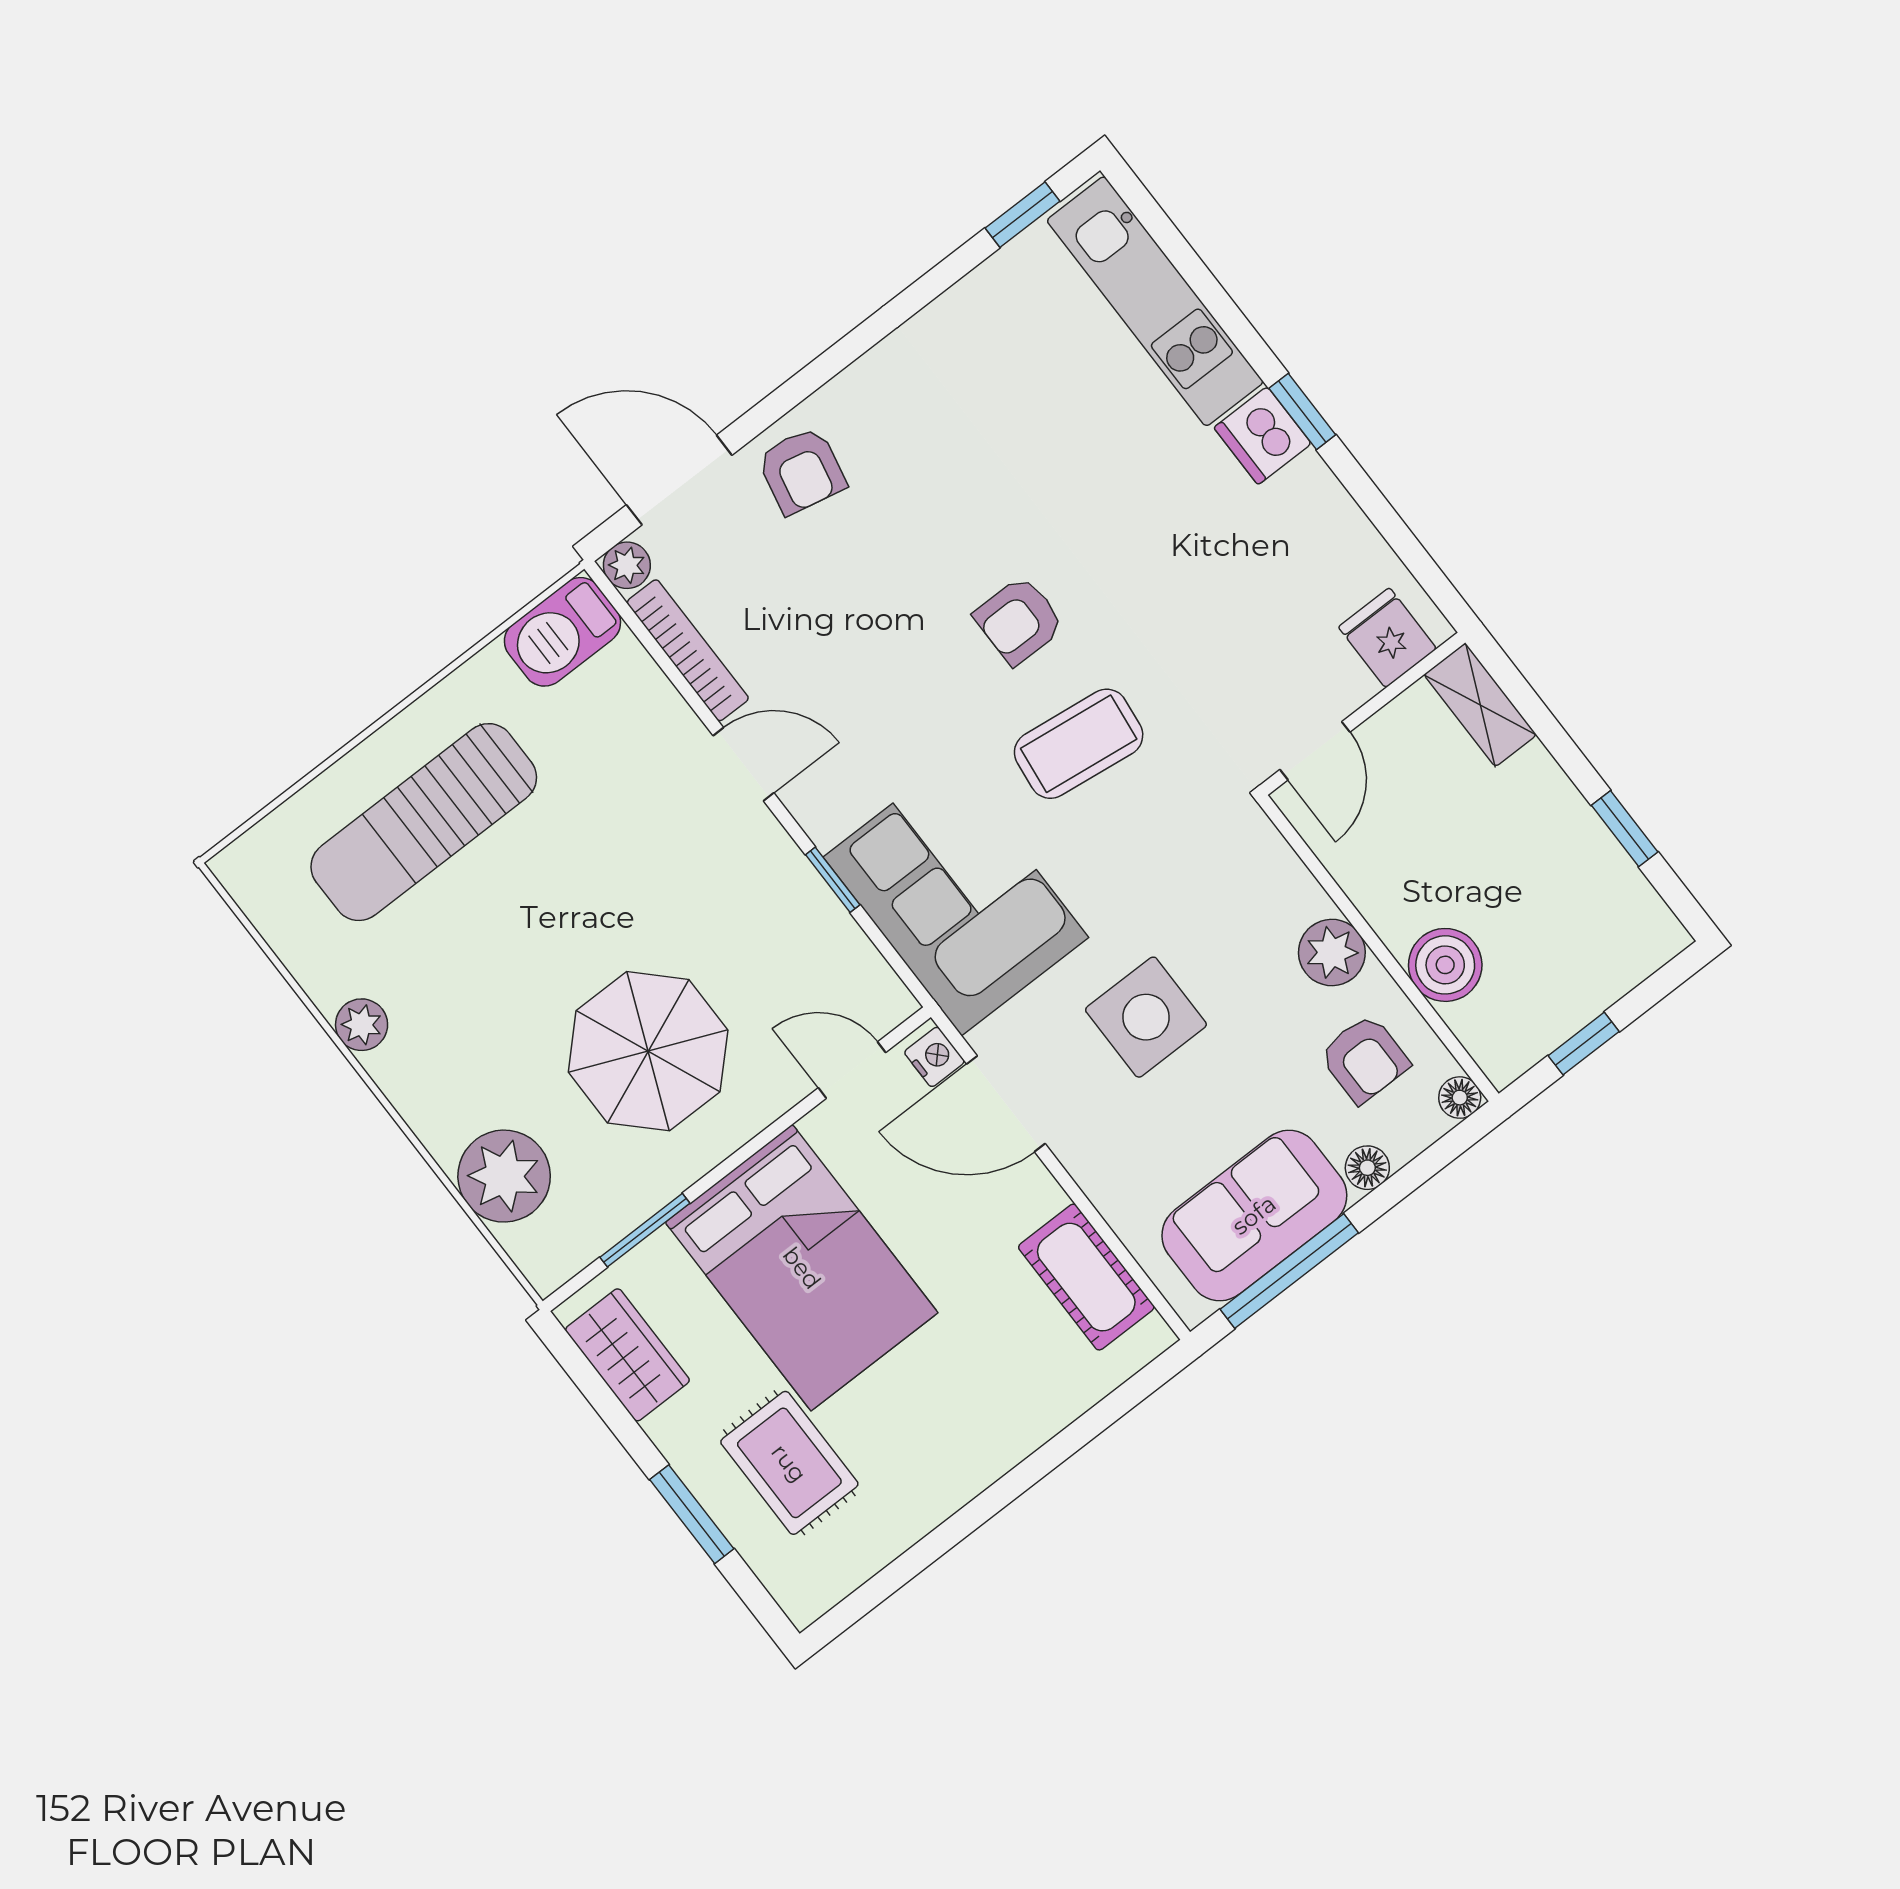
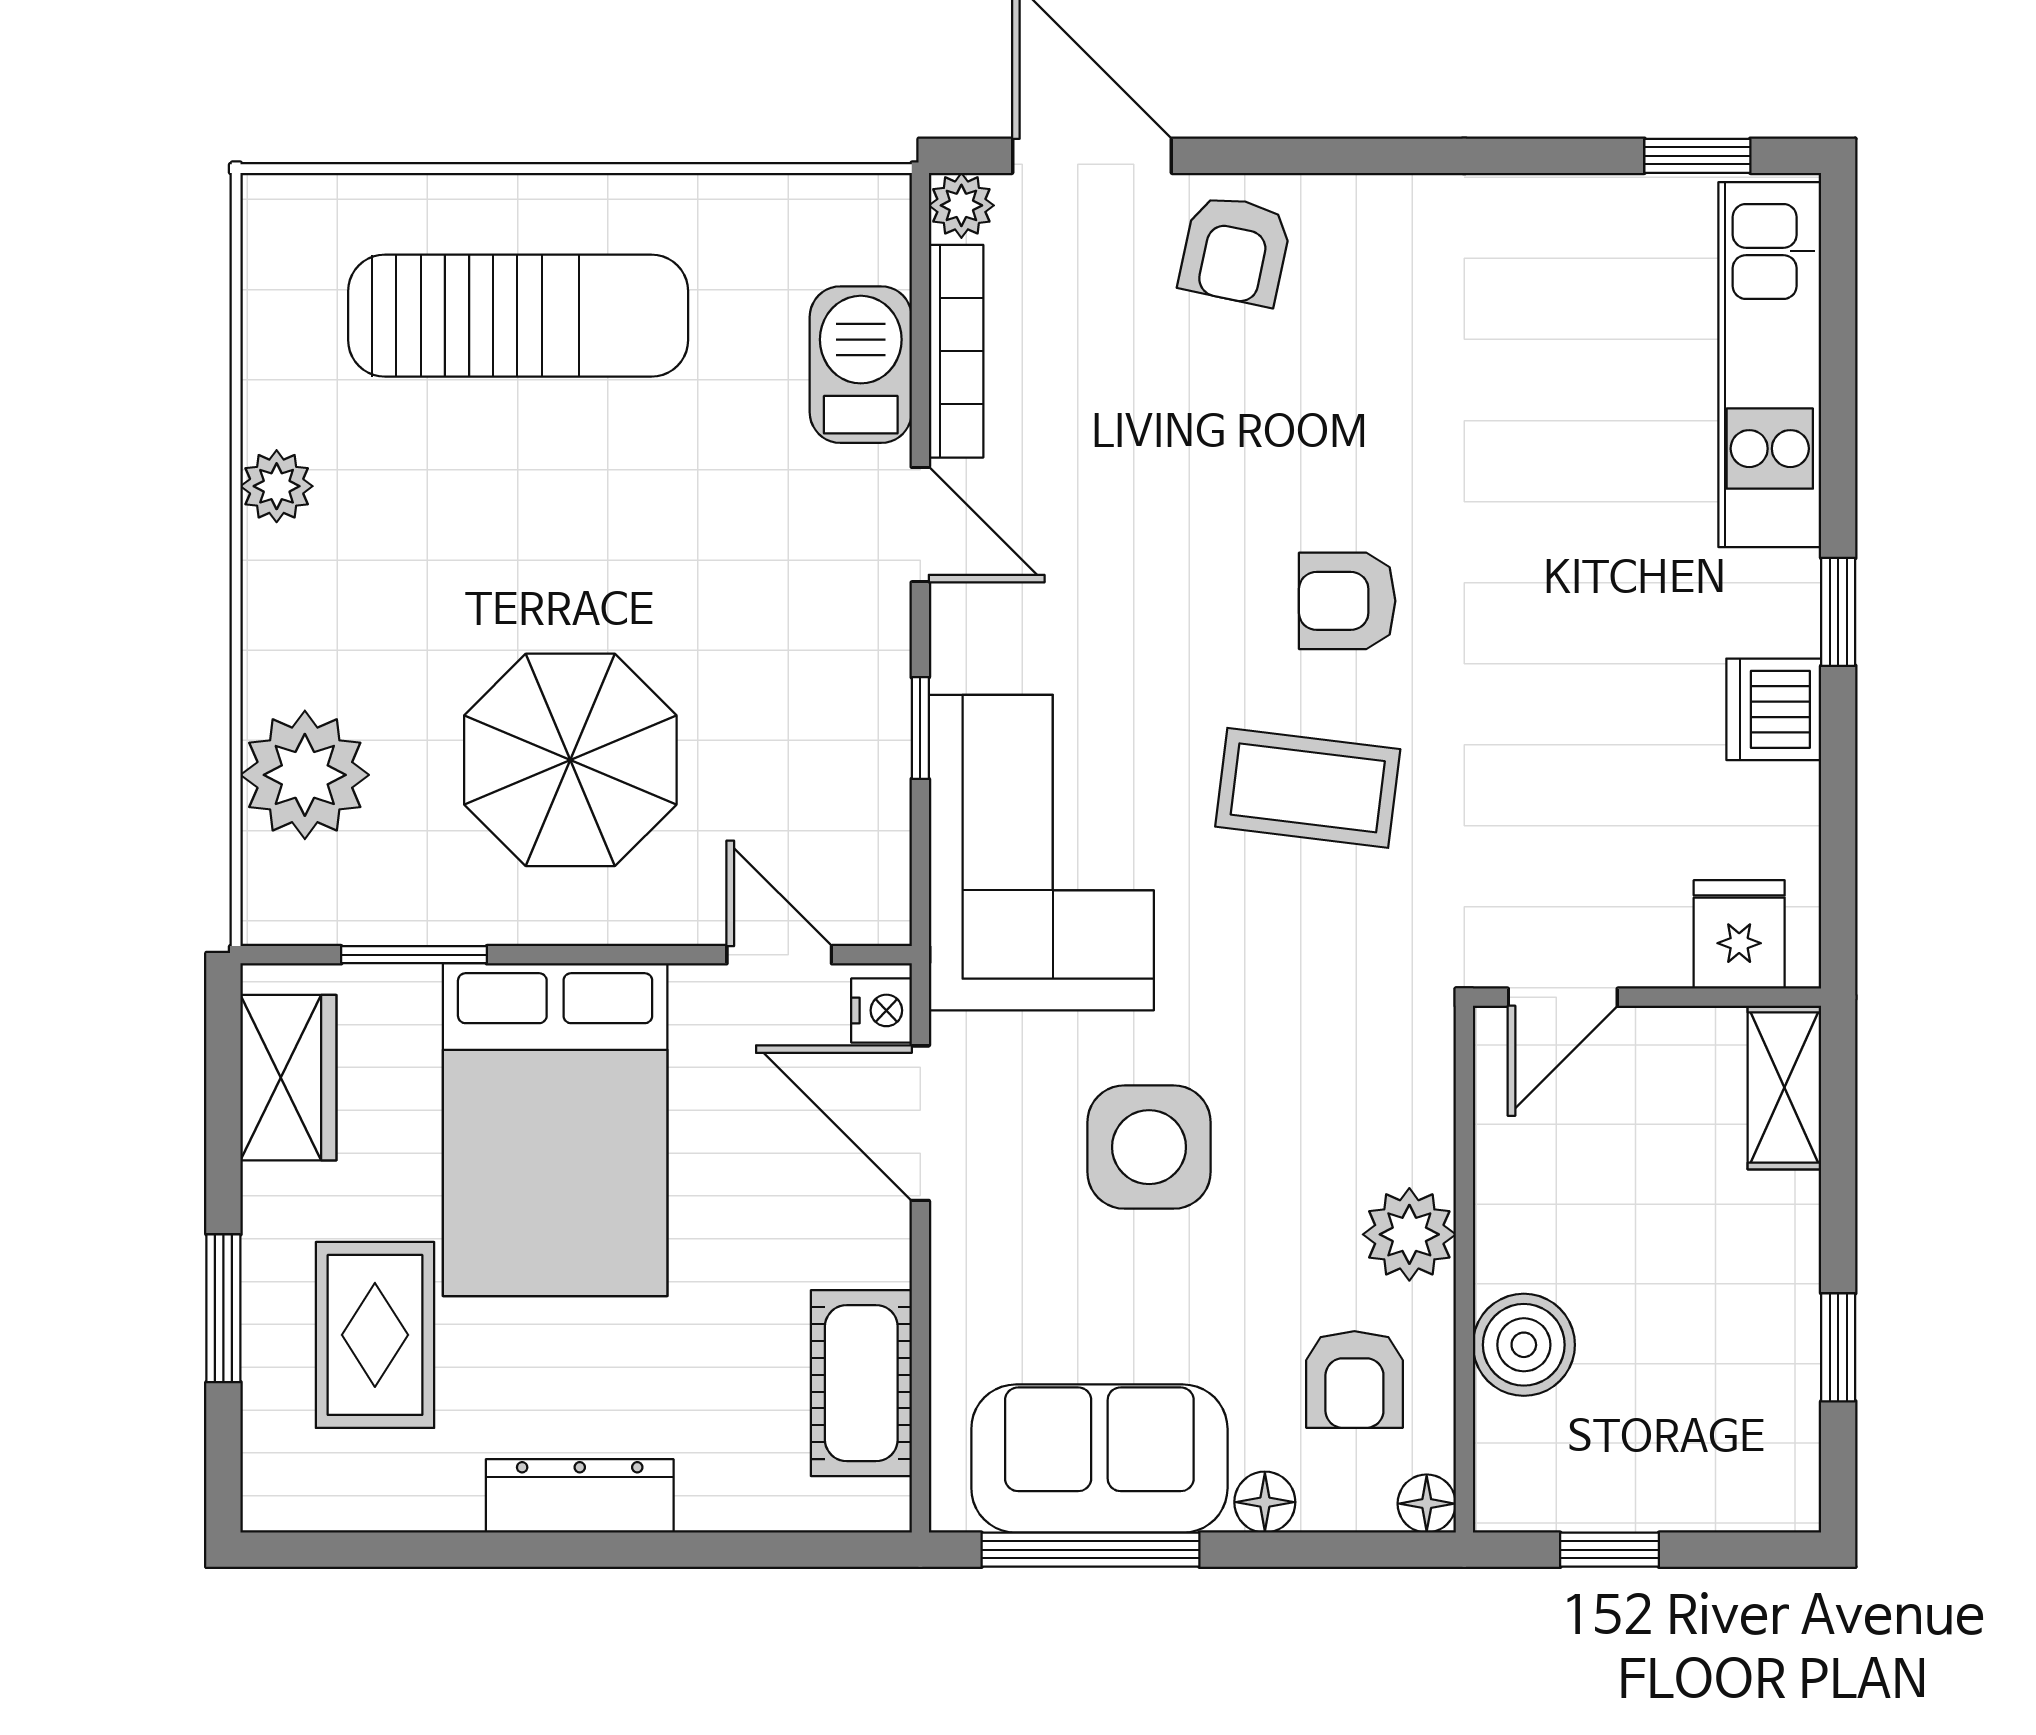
dishwasher: (1263, 436) -> (1774, 709), moved
barbecue: (562, 632) -> (861, 365), moved, turned 90
sun lounger: (424, 822) -> (518, 316), turned 180
dresser: (976, 1464) -> (580, 1496), added

